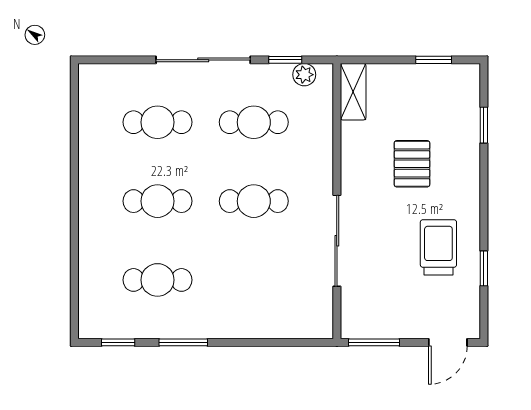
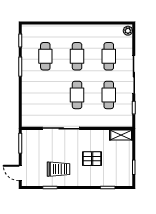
plant: (304, 75) -> (128, 31), moved

